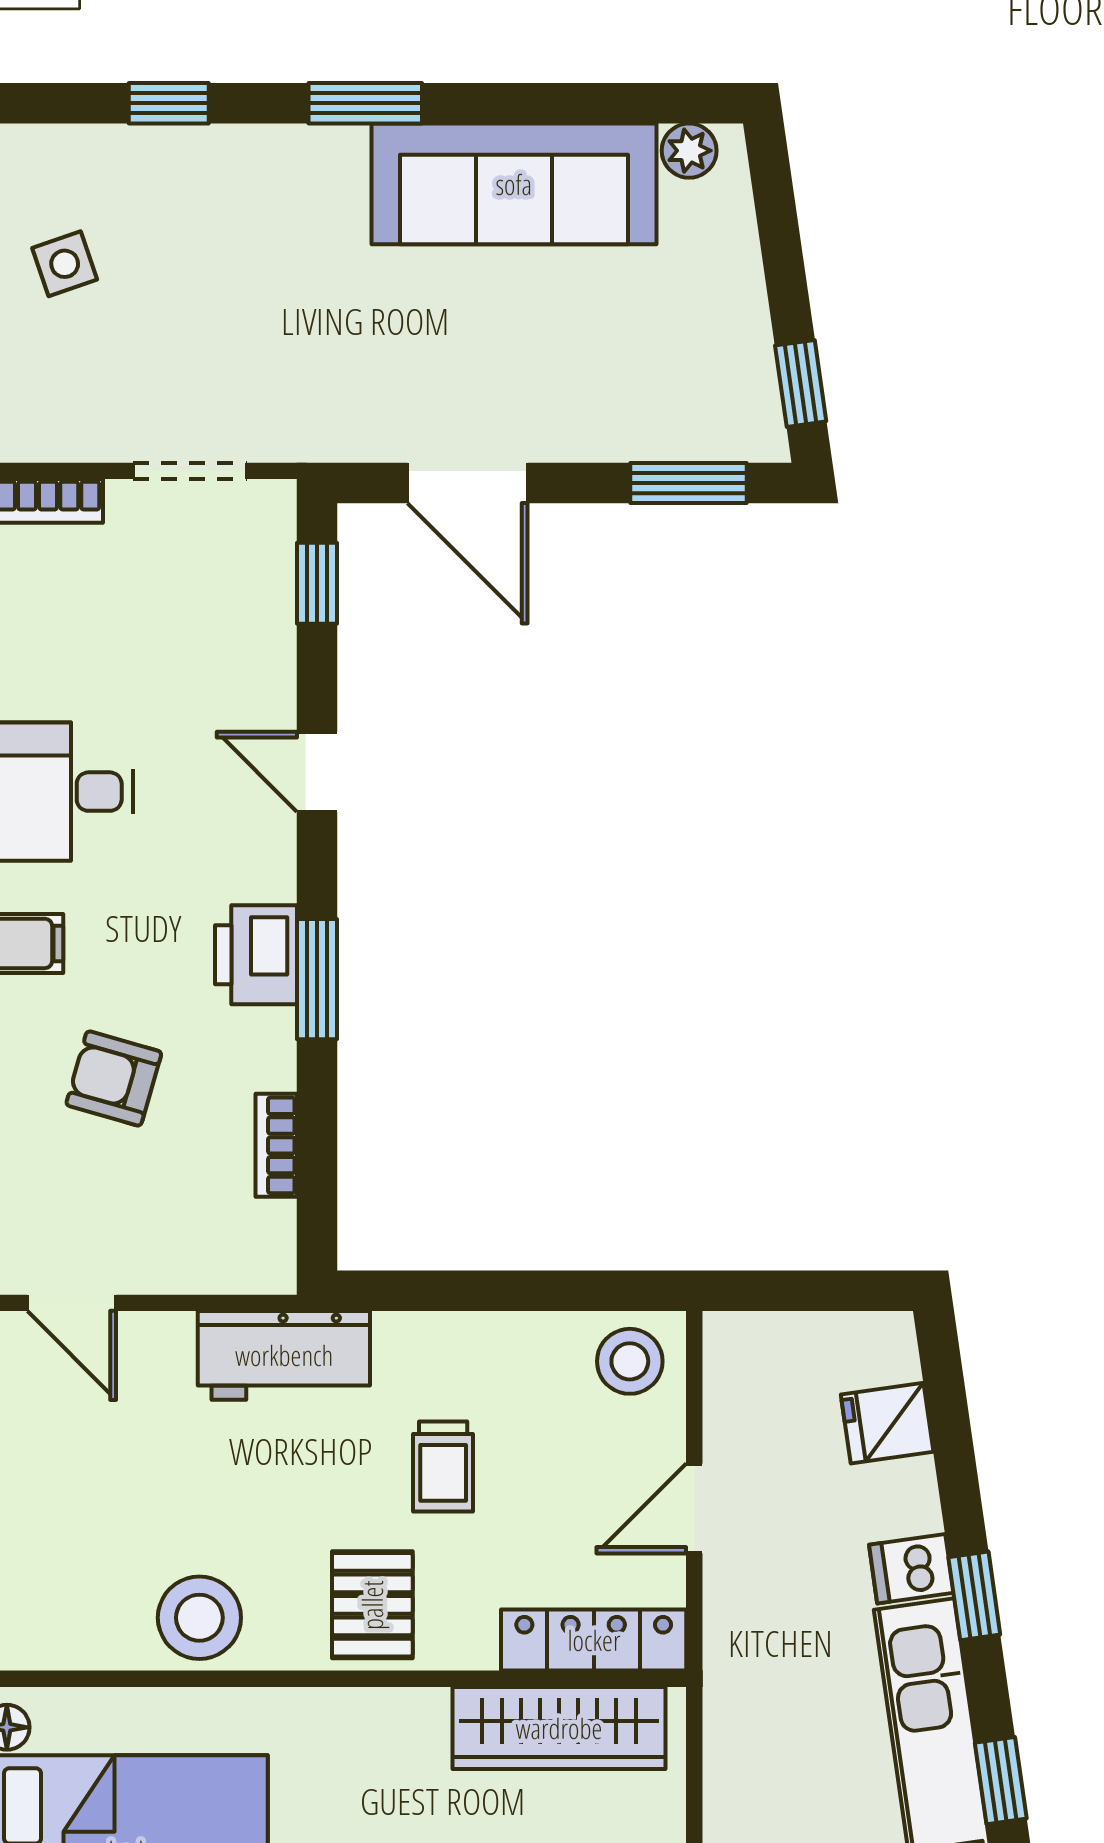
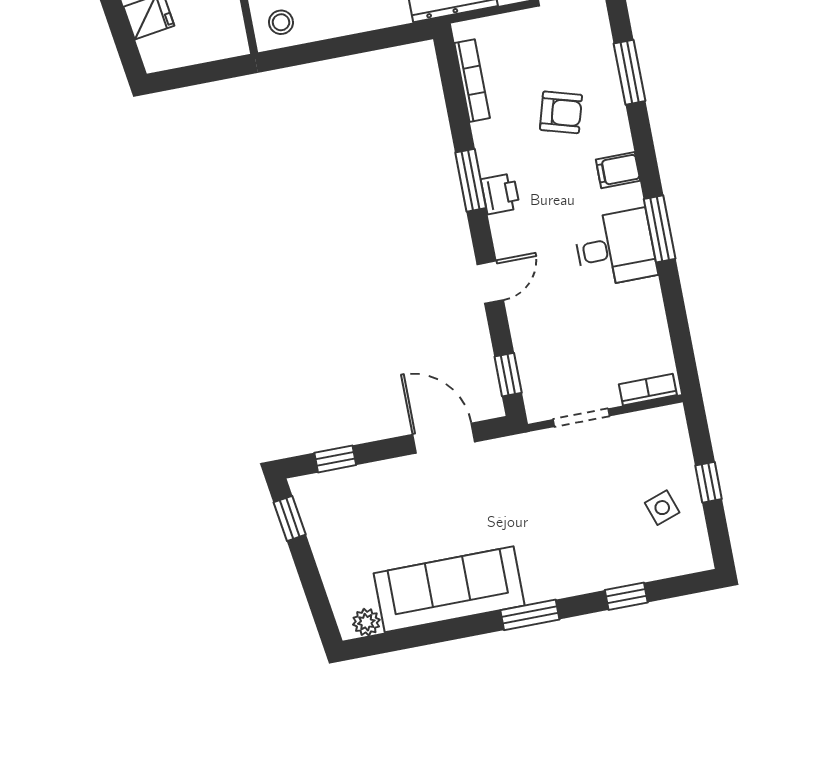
window: (688, 483) -> (335, 459), width x0.67
door: (317, 772) -> (490, 282), hinge flipped
printer: (256, 955) -> (500, 194), width x0.73, depth x0.81
bookcase: (276, 1145) -> (472, 81), width x1.56
stool: (630, 1361) -> (281, 22), width x0.73, depth x0.73

